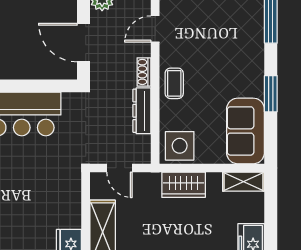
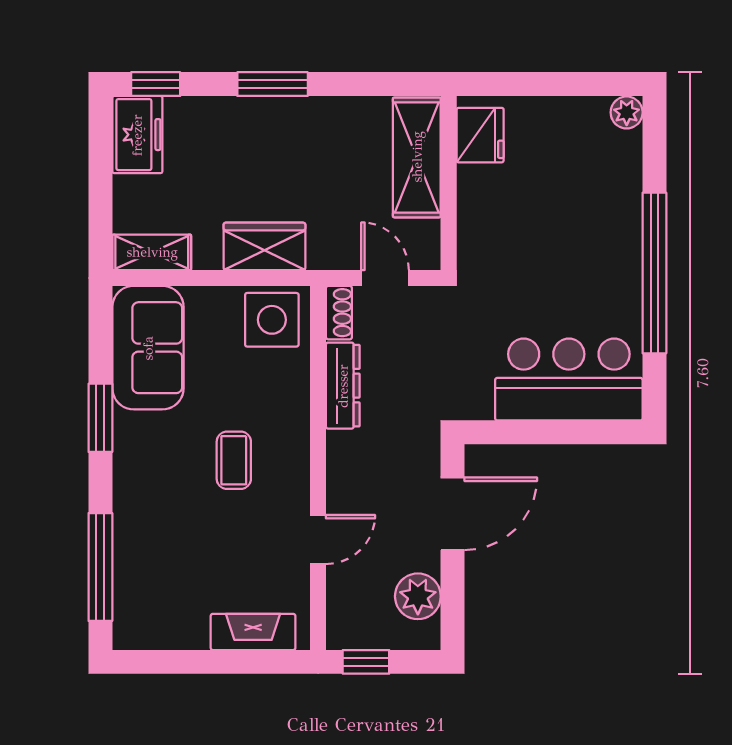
door: (84, 43) -> (453, 514), hinge flipped
shoe rack: (144, 72) -> (339, 313), moved
coffee table: (174, 83) -> (234, 460), moved

